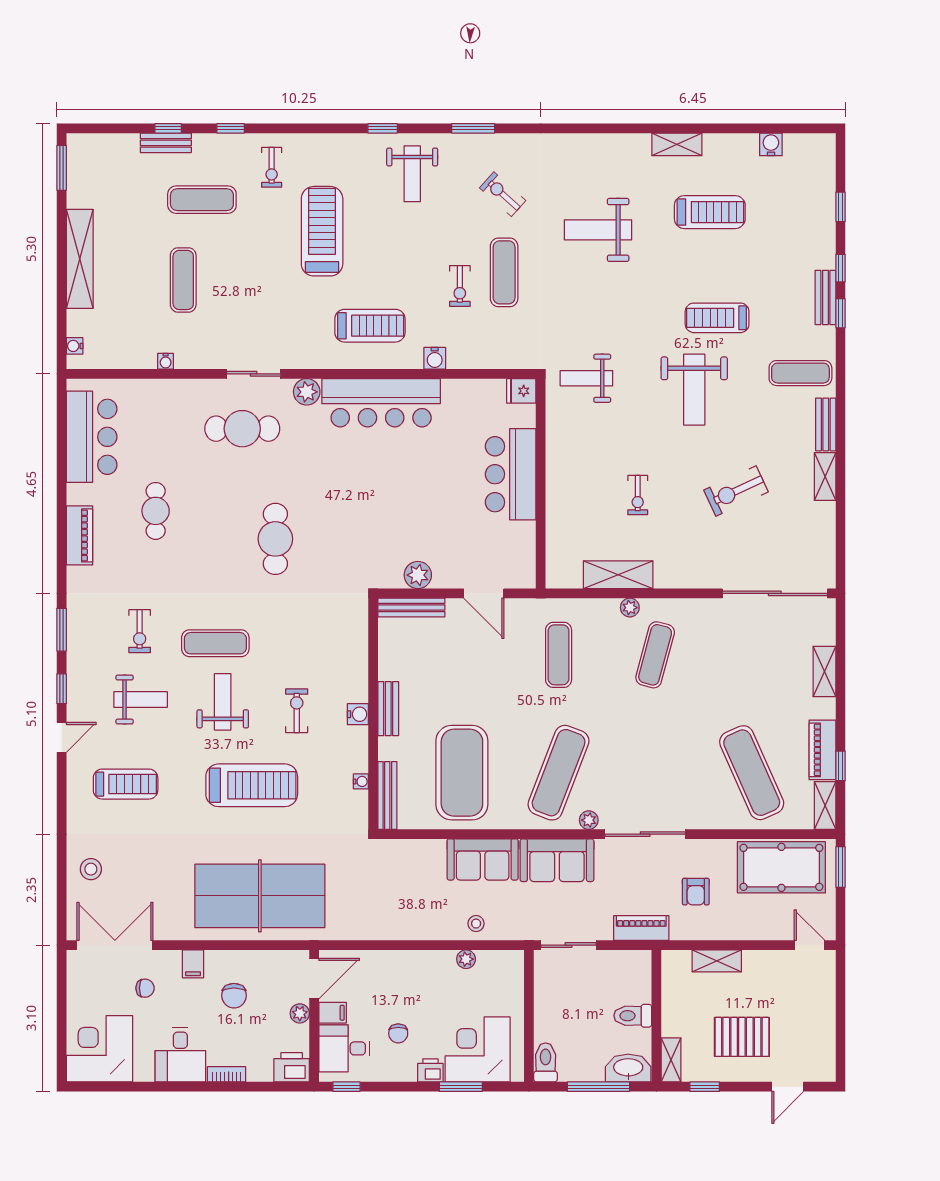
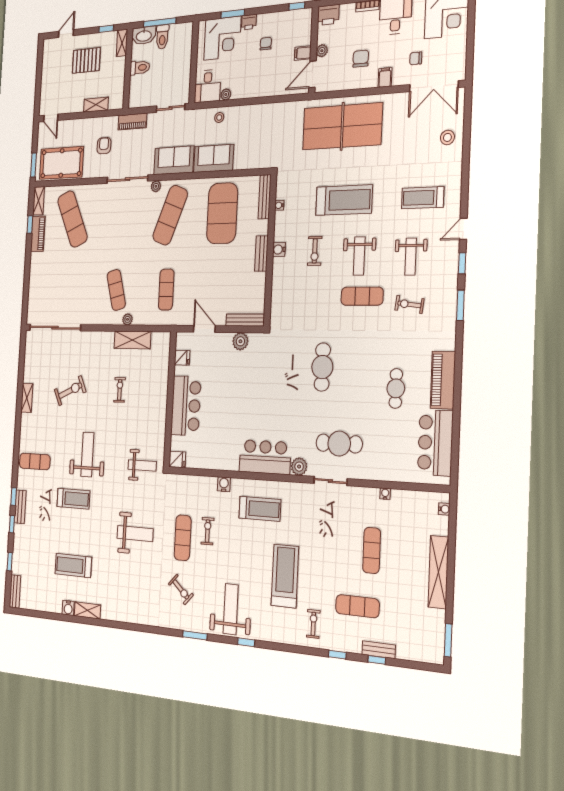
water cooler: (771, 144) -> (68, 608), moved
weight bench: (412, 174) -> (231, 609), width x1.36, depth x1.33
weight bench: (598, 230) -> (135, 534), moved
treadmill: (322, 231) -> (285, 576), turned 180
treadmill: (370, 326) -> (260, 509), turned 180
bar counter: (381, 403) -> (265, 457), width x0.73
bench: (826, 424) -> (15, 591), moved
piano: (79, 535) -> (443, 380), width x1.37, depth x1.33
fridge: (522, 548) -> (182, 358), added
exercise bike: (140, 631) -> (409, 304), turned -83
exercise mat: (655, 655) -> (116, 290), turned -30
shelving: (824, 671) -> (34, 281), removed
weight bench: (141, 700) -> (411, 257), turned -90
treadmill: (252, 785) -> (344, 200), turned 180
desk: (344, 1048) -> (207, 86), moved, turned 90
toilet: (546, 1062) -> (162, 37), moved

